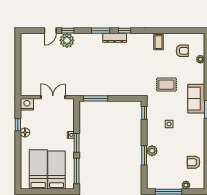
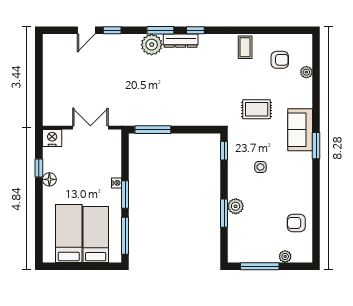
plant: (67, 40) -> (152, 45), moved

